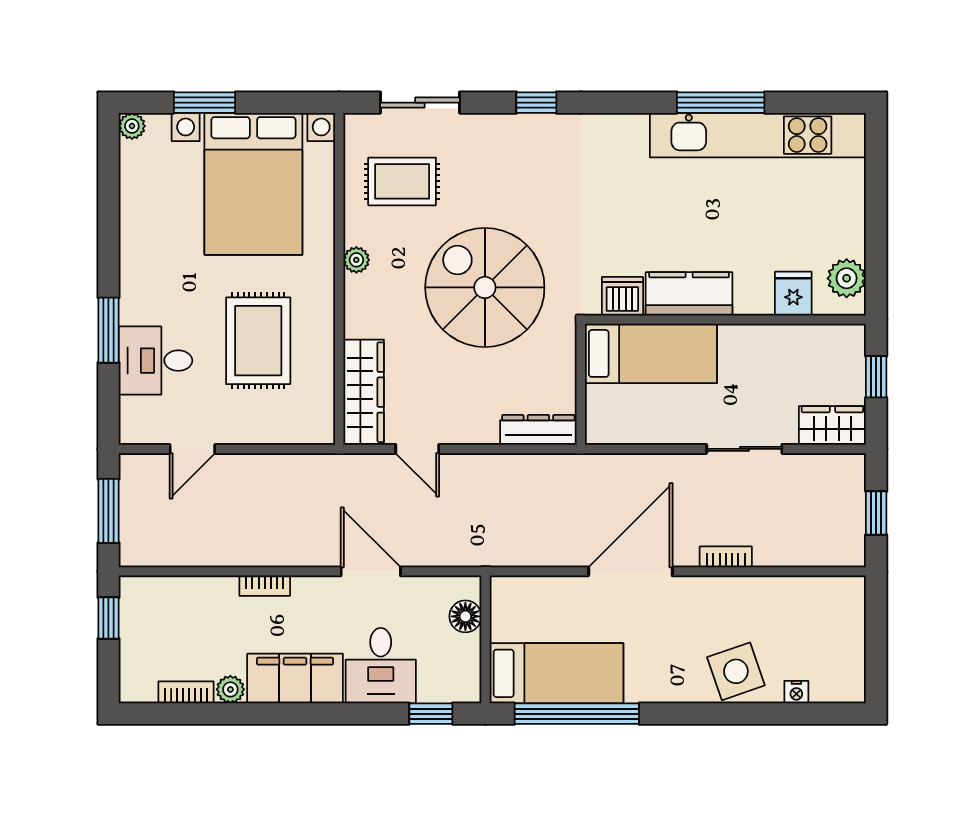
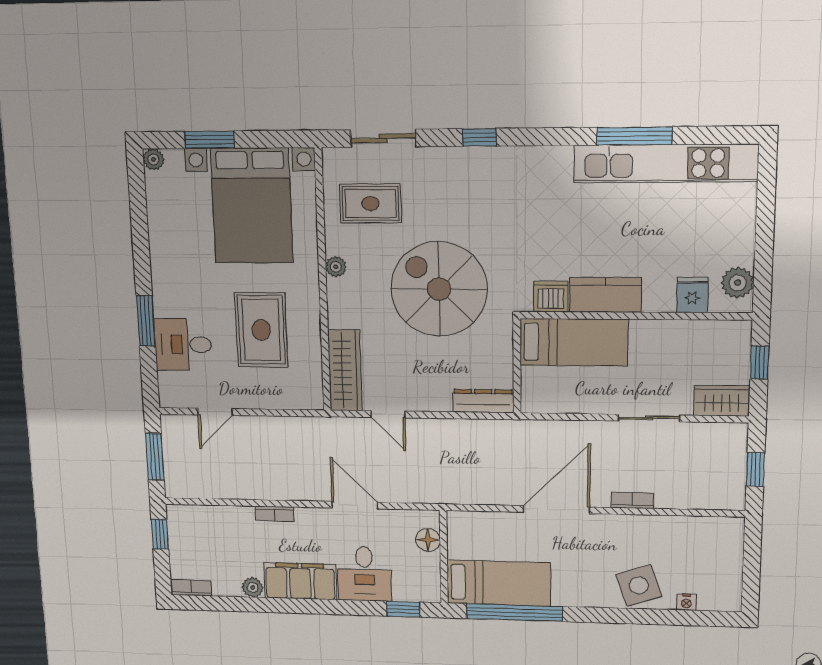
bookcase: (186, 692) -> (191, 588), moved

